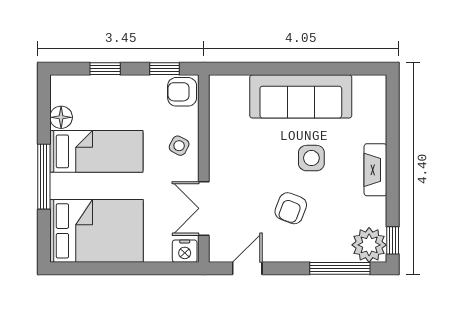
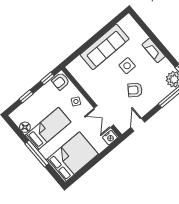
armchair: (291, 208) -> (135, 90), turned 105

